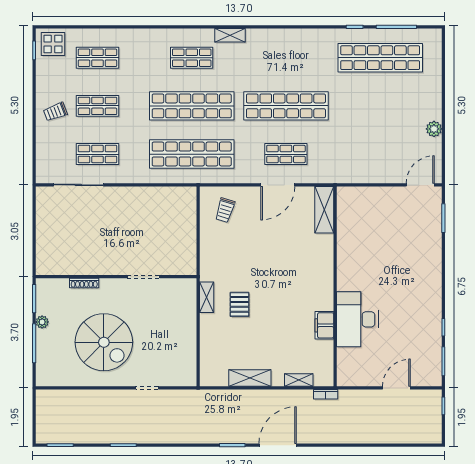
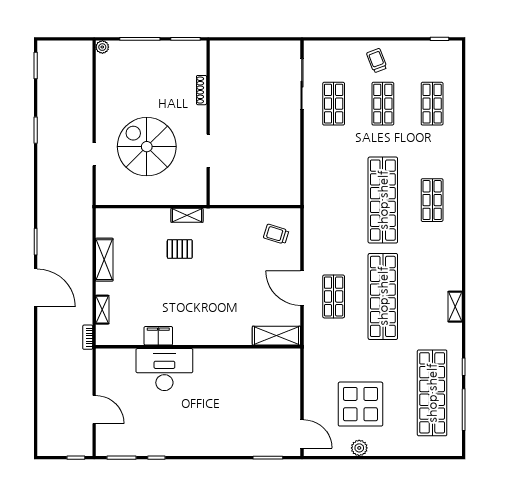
shelving: (230, 35) -> (455, 307), moved
display table: (53, 44) -> (360, 404), moved, width x1.86, depth x1.86
shop shelf: (192, 154) -> (334, 200), removed
plant: (42, 322) -> (102, 47), moved
spiral stairs: (104, 342) -> (147, 147), moved, turned 90

